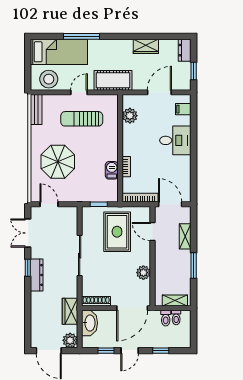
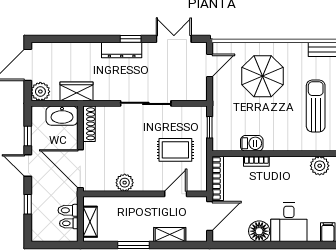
floor lamp: (183, 164) -> (259, 231), added
rug: (117, 232) -> (175, 150), width x0.73, depth x0.70

